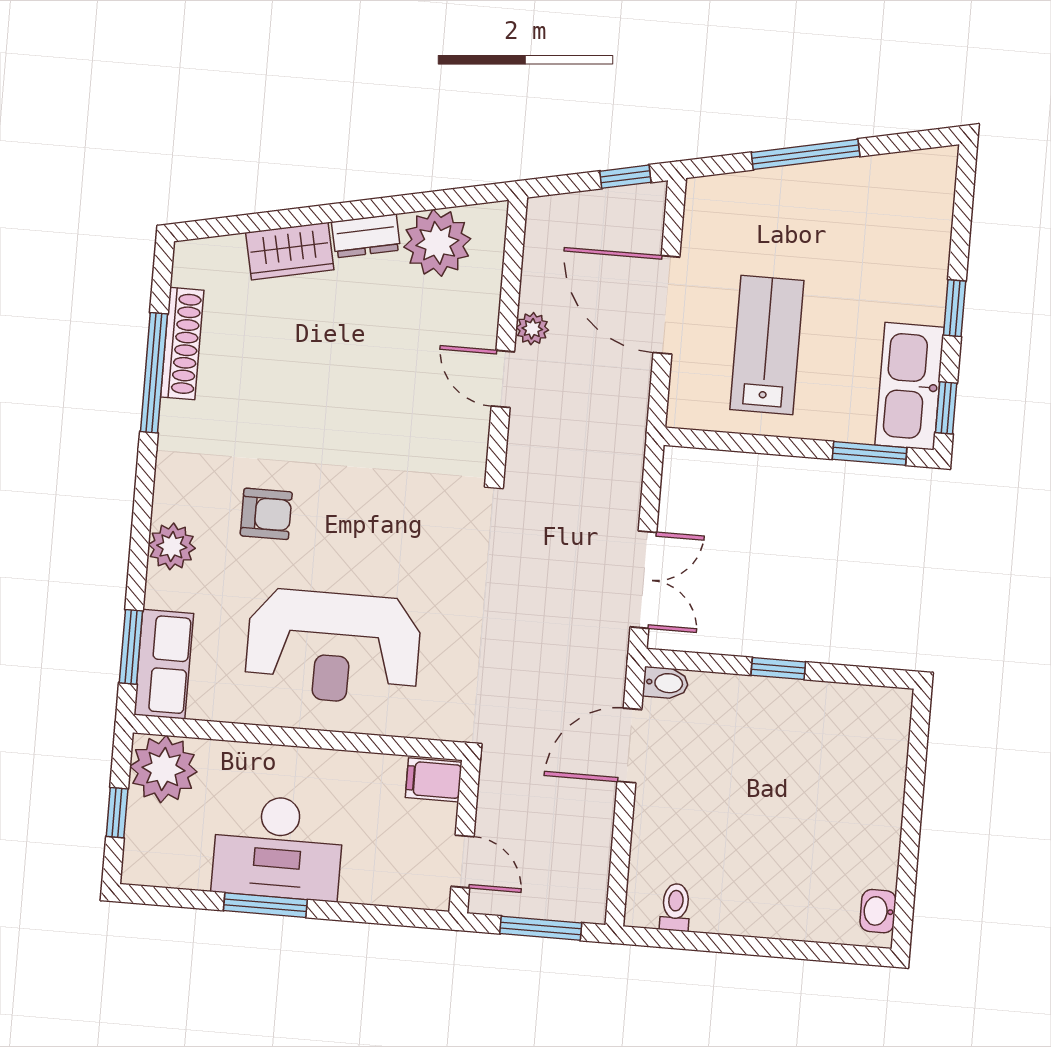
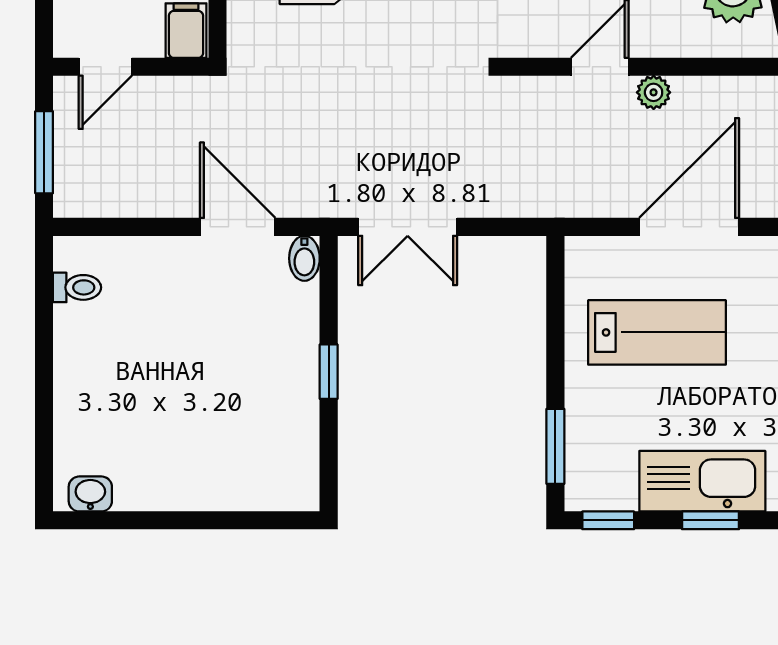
kitchen sink: (910, 386) -> (702, 481), moved

